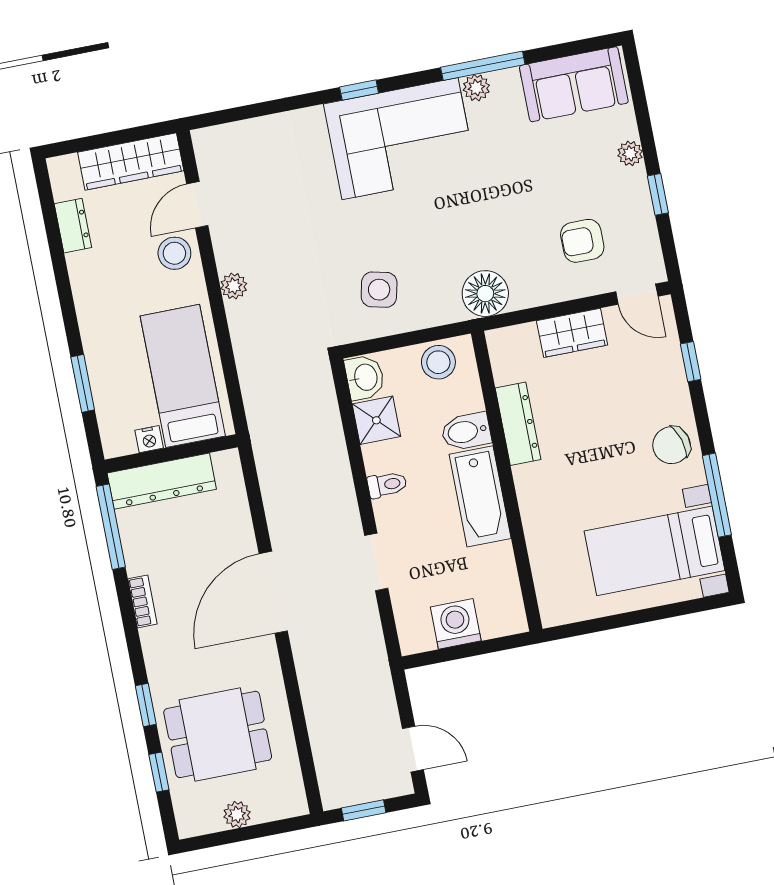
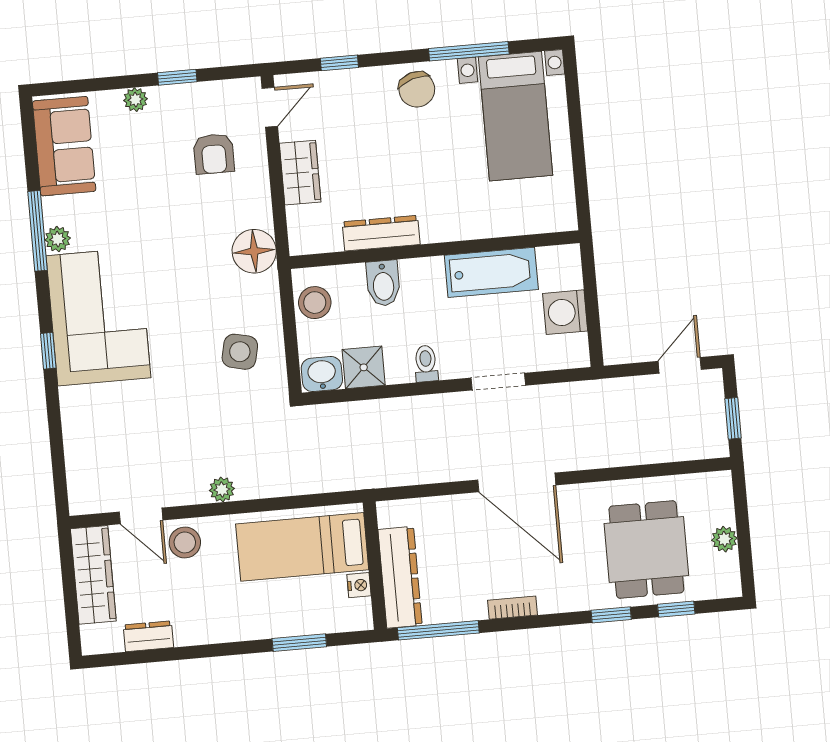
bathtub: (480, 496) -> (491, 272), moved

